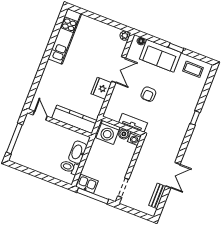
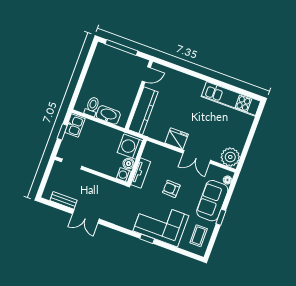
plant: (125, 36) -> (230, 157), width x1.87, depth x1.87
corner sofa: (181, 105) -> (161, 223), added
window: (93, 196) -> (62, 132), width x0.46

